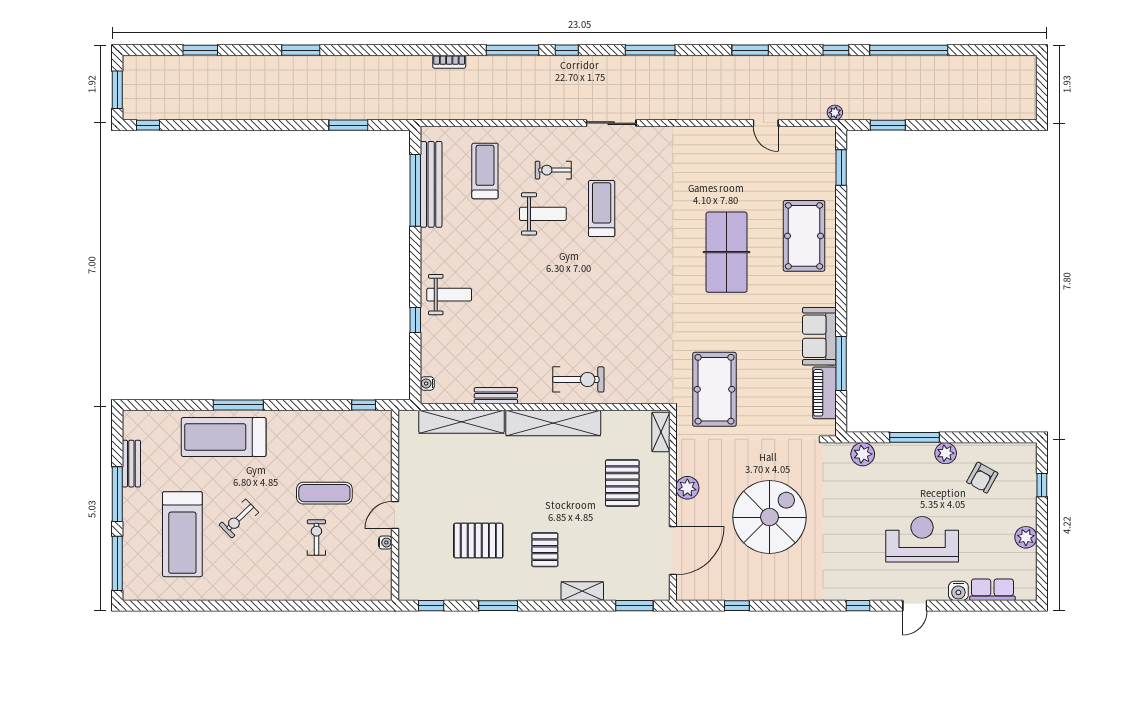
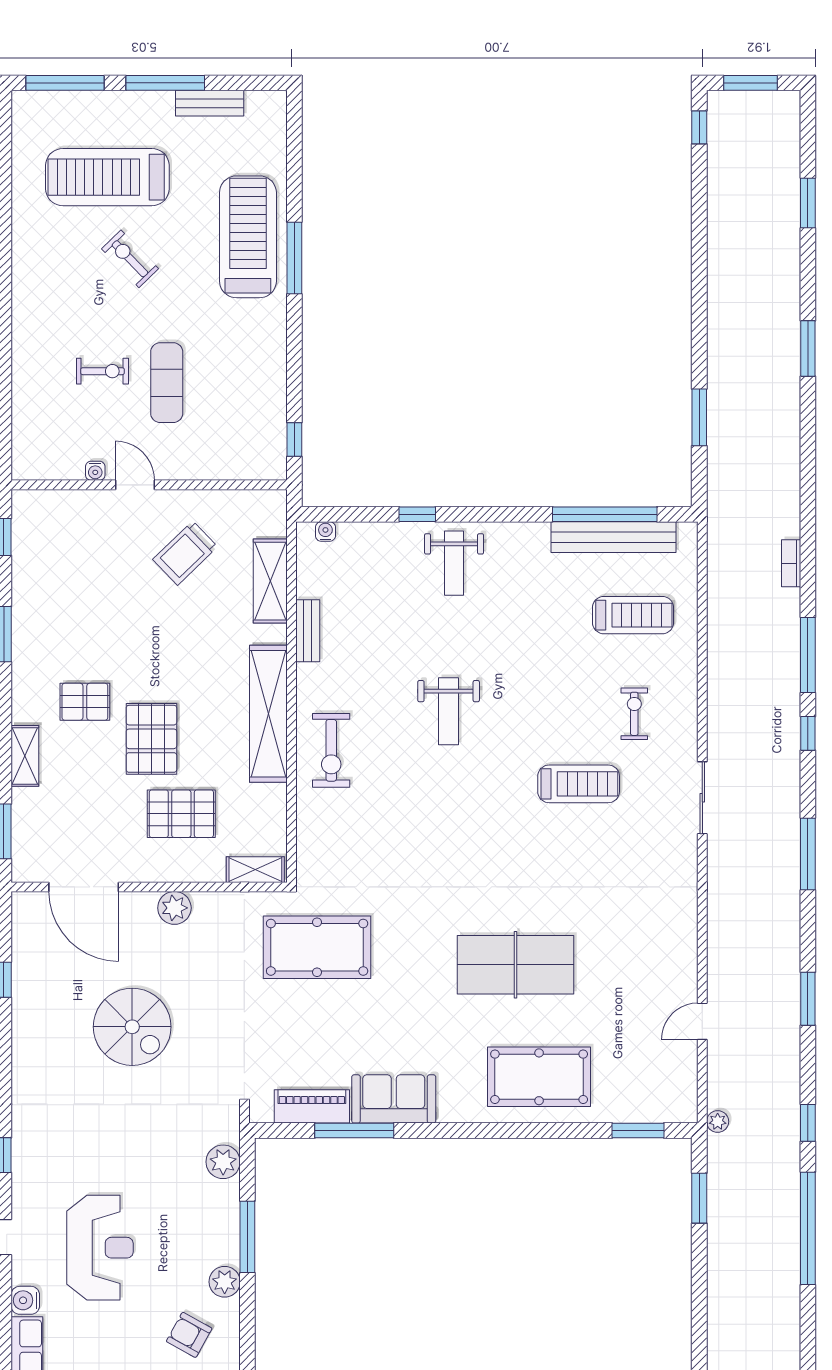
weight bench: (543, 214) -> (449, 711), moved
shelving: (462, 422) -> (270, 581), width x0.68
trolley: (442, 480) -> (185, 553), added
spiral stairs: (769, 517) -> (132, 1027), width x0.73, depth x0.73
pallet: (478, 541) -> (151, 739), moved

